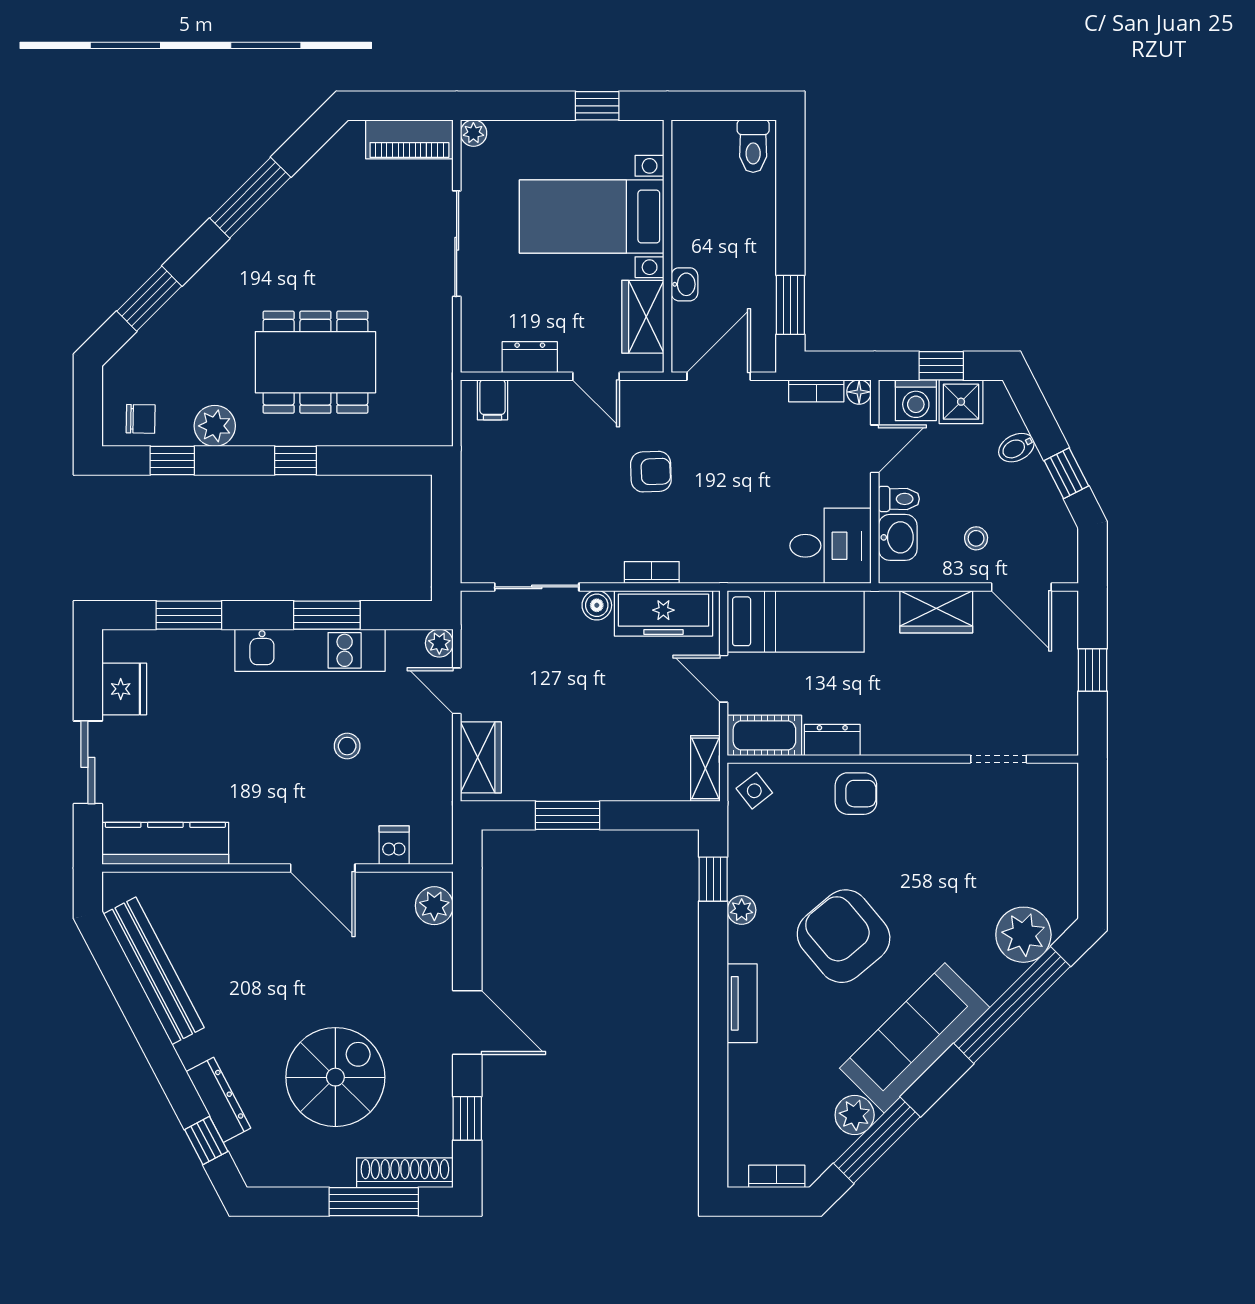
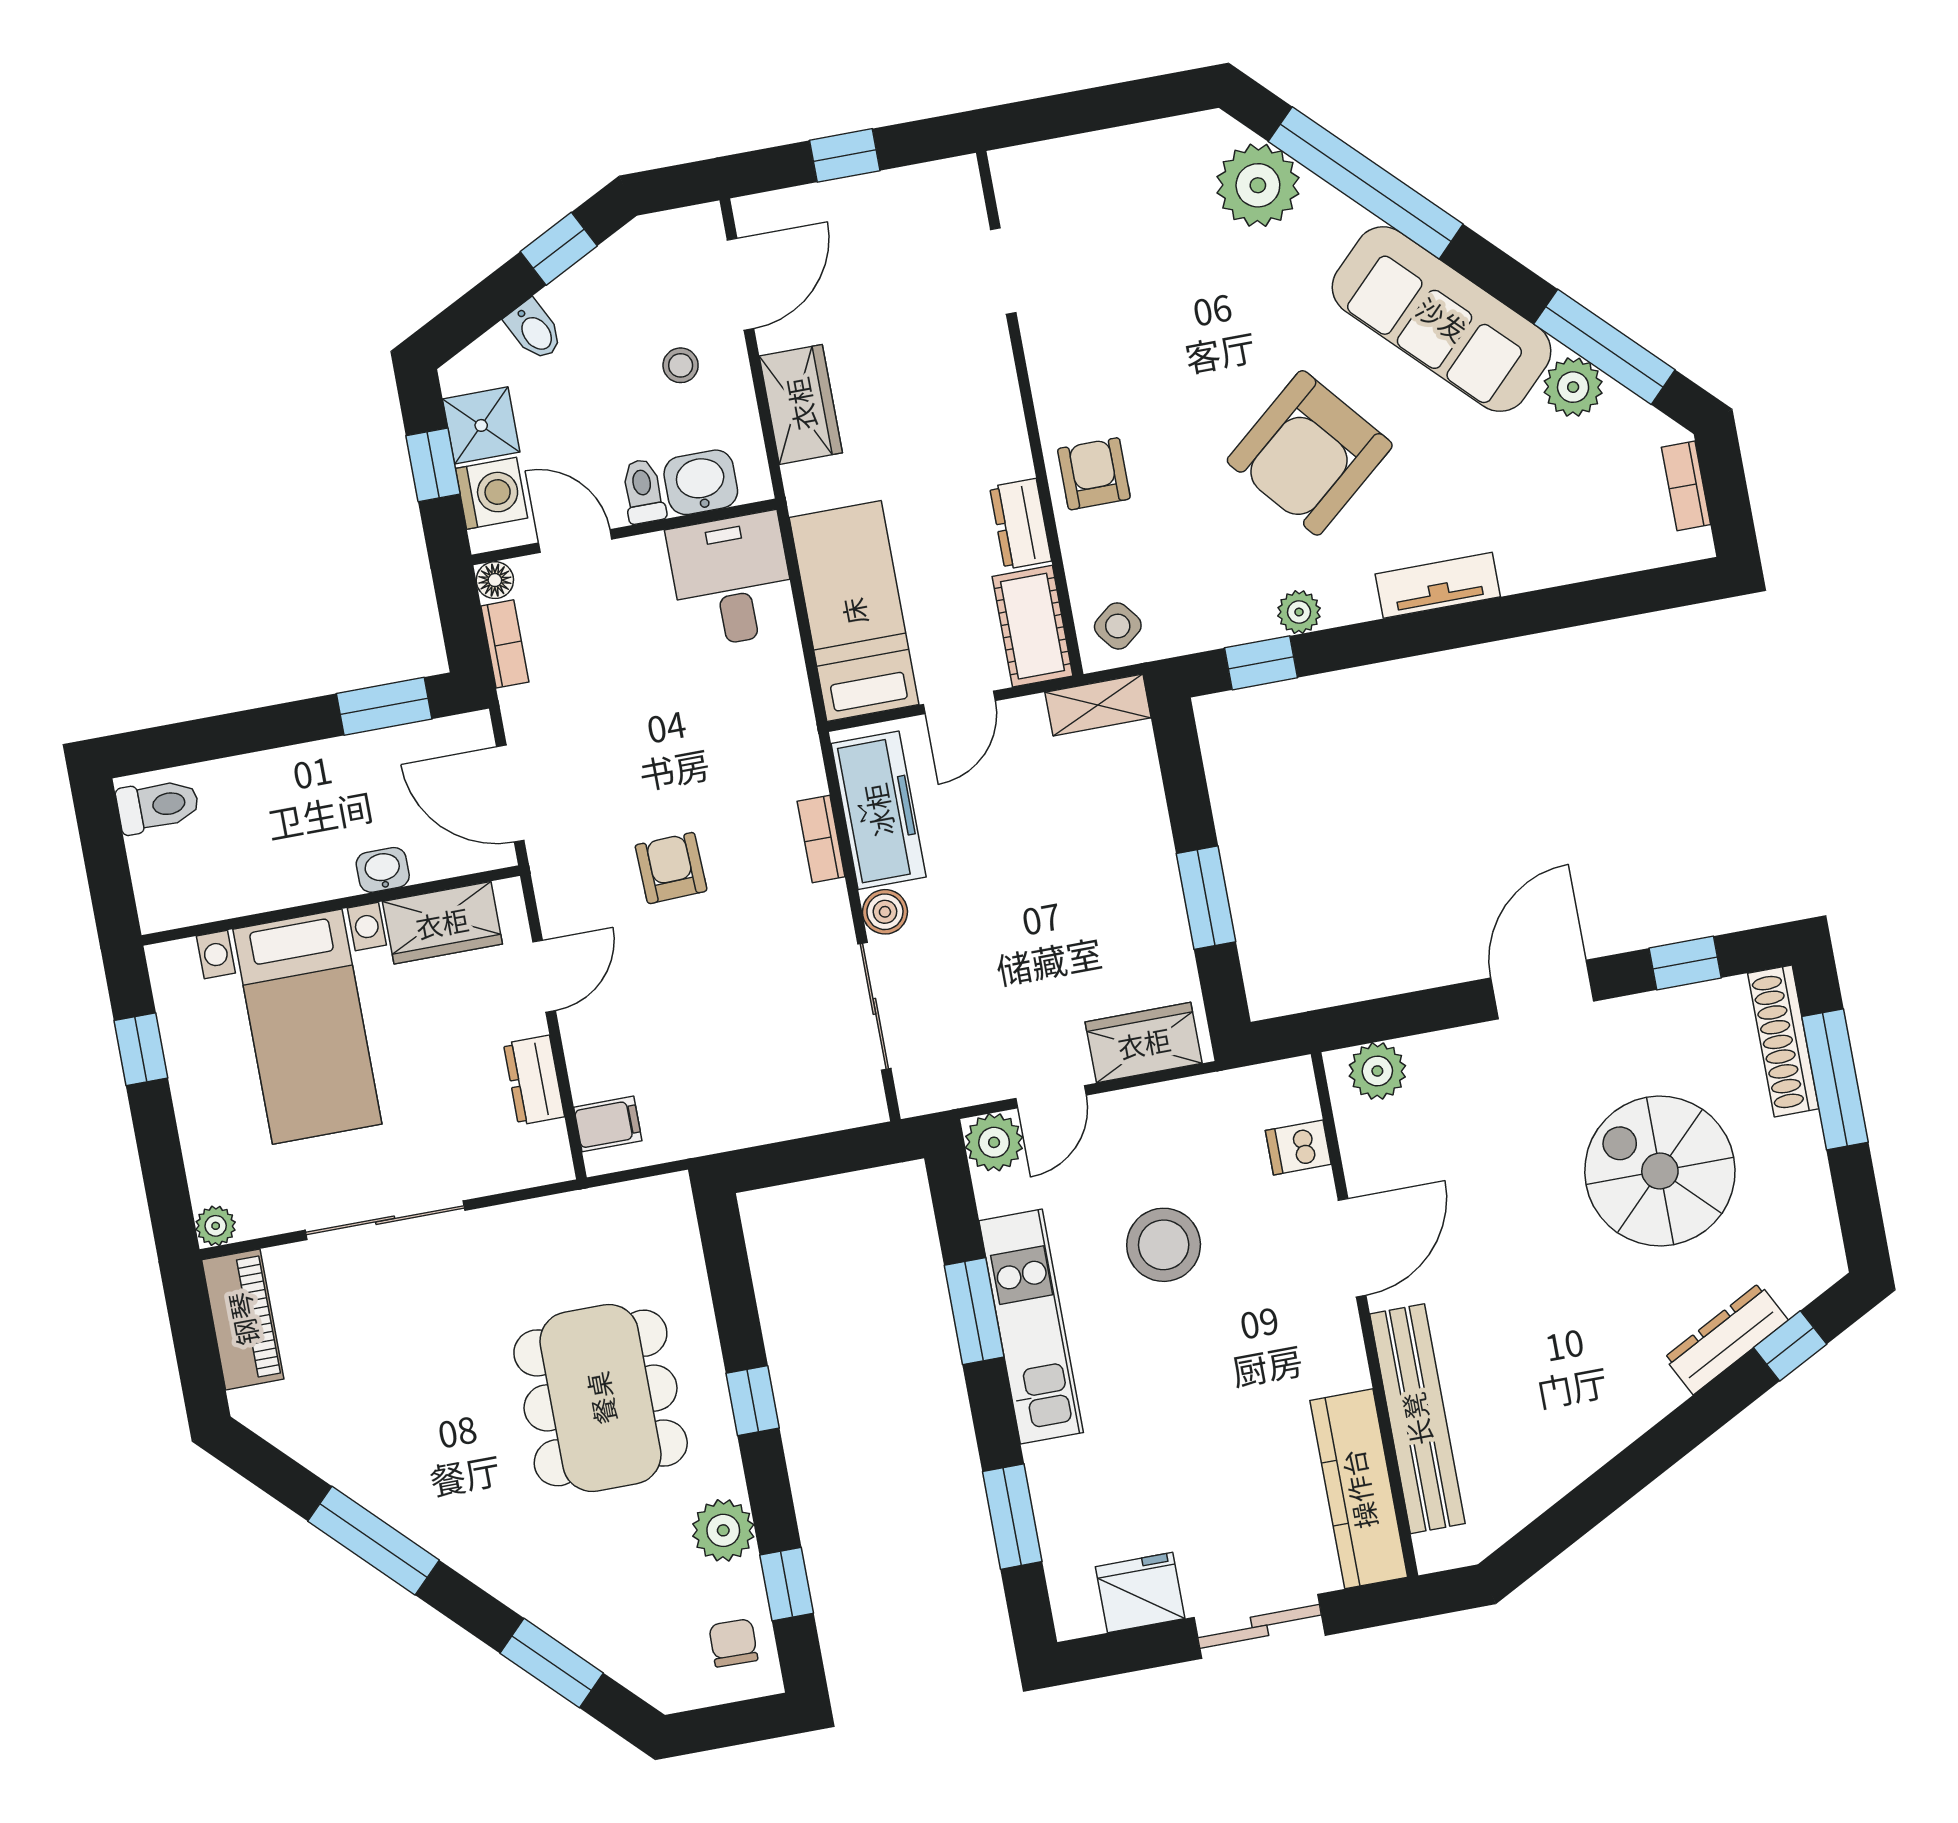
plant: (439, 643) -> (994, 1142), width x1.38, depth x1.38
stool: (347, 746) -> (1164, 1245), width x1.89, depth x1.89
bench: (154, 971) -> (1417, 1419), moved, turned -62

